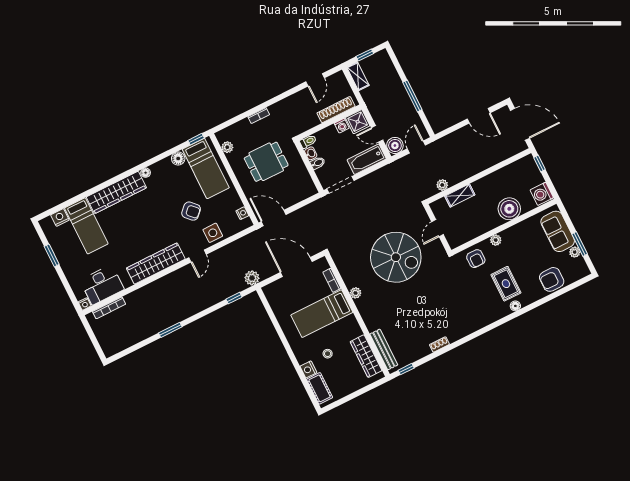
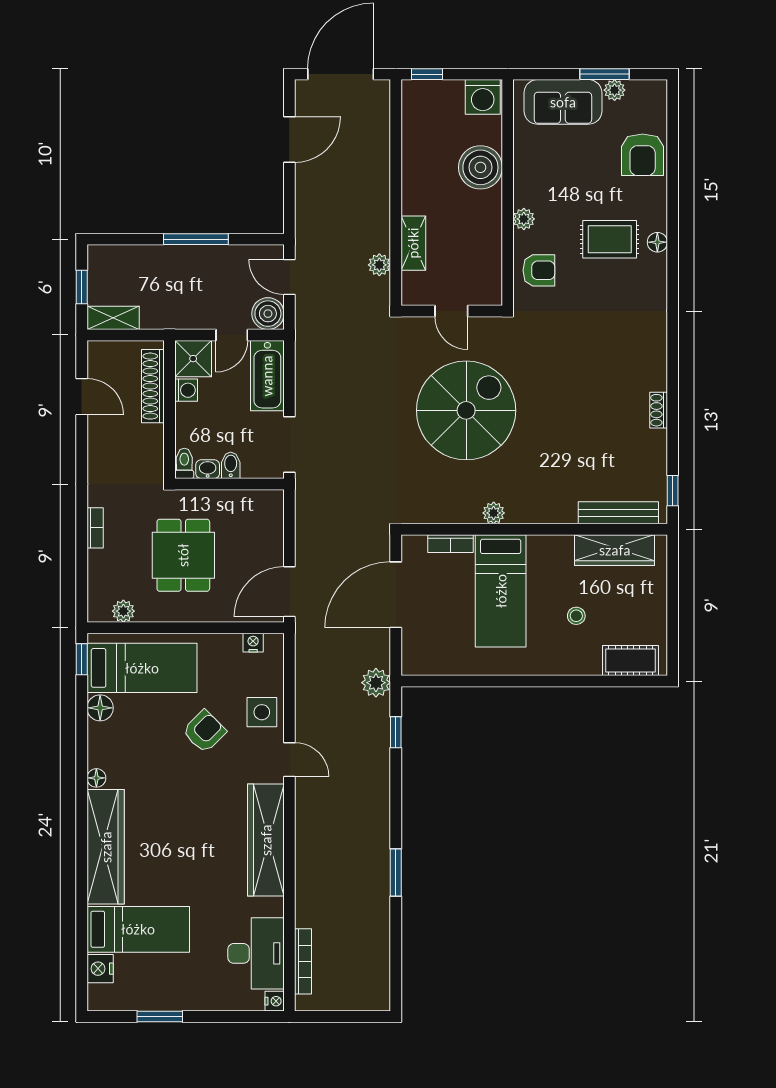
nightstand: (308, 369) -> (587, 663), removed

